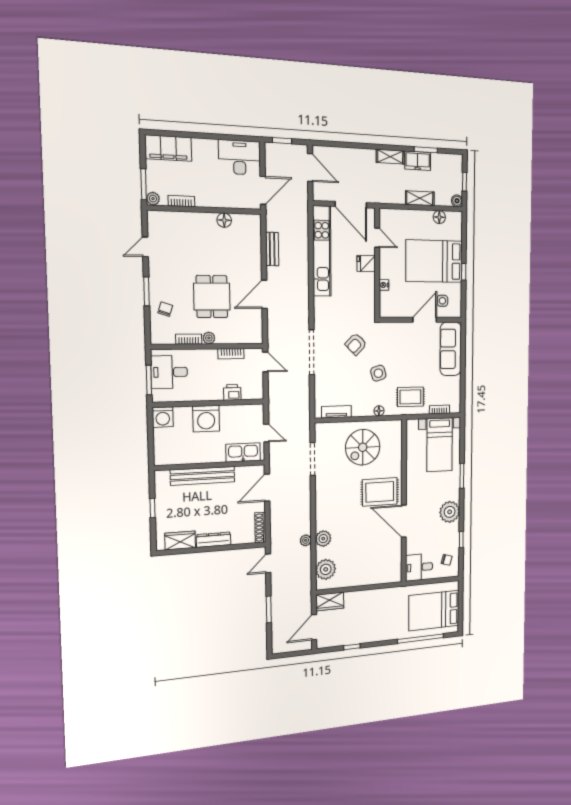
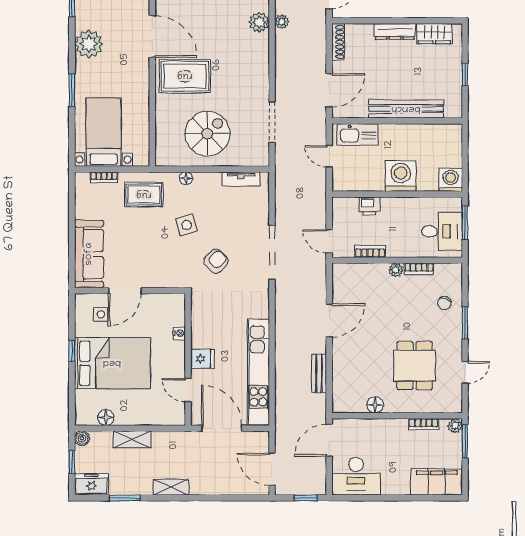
freezer: (418, 161) -> (91, 484), moved
dining table: (212, 297) -> (415, 366), moved

